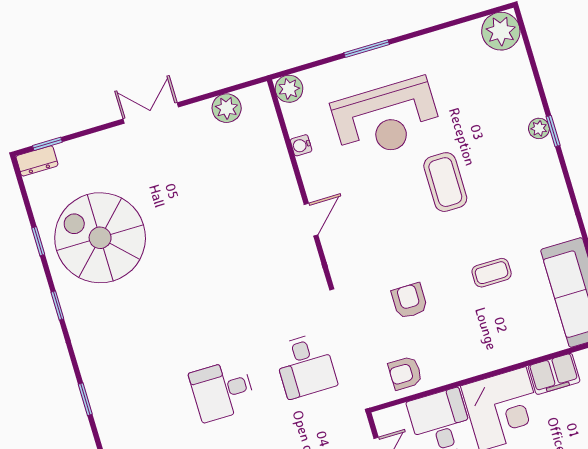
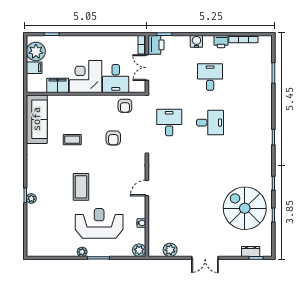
plant: (501, 31) -> (82, 252), moved, width x0.53, depth x0.53
dresser: (37, 161) -> (251, 252), moved
spiral stairs: (100, 238) -> (245, 208), turned 180
armchair: (405, 373) -> (125, 106), turned 90

